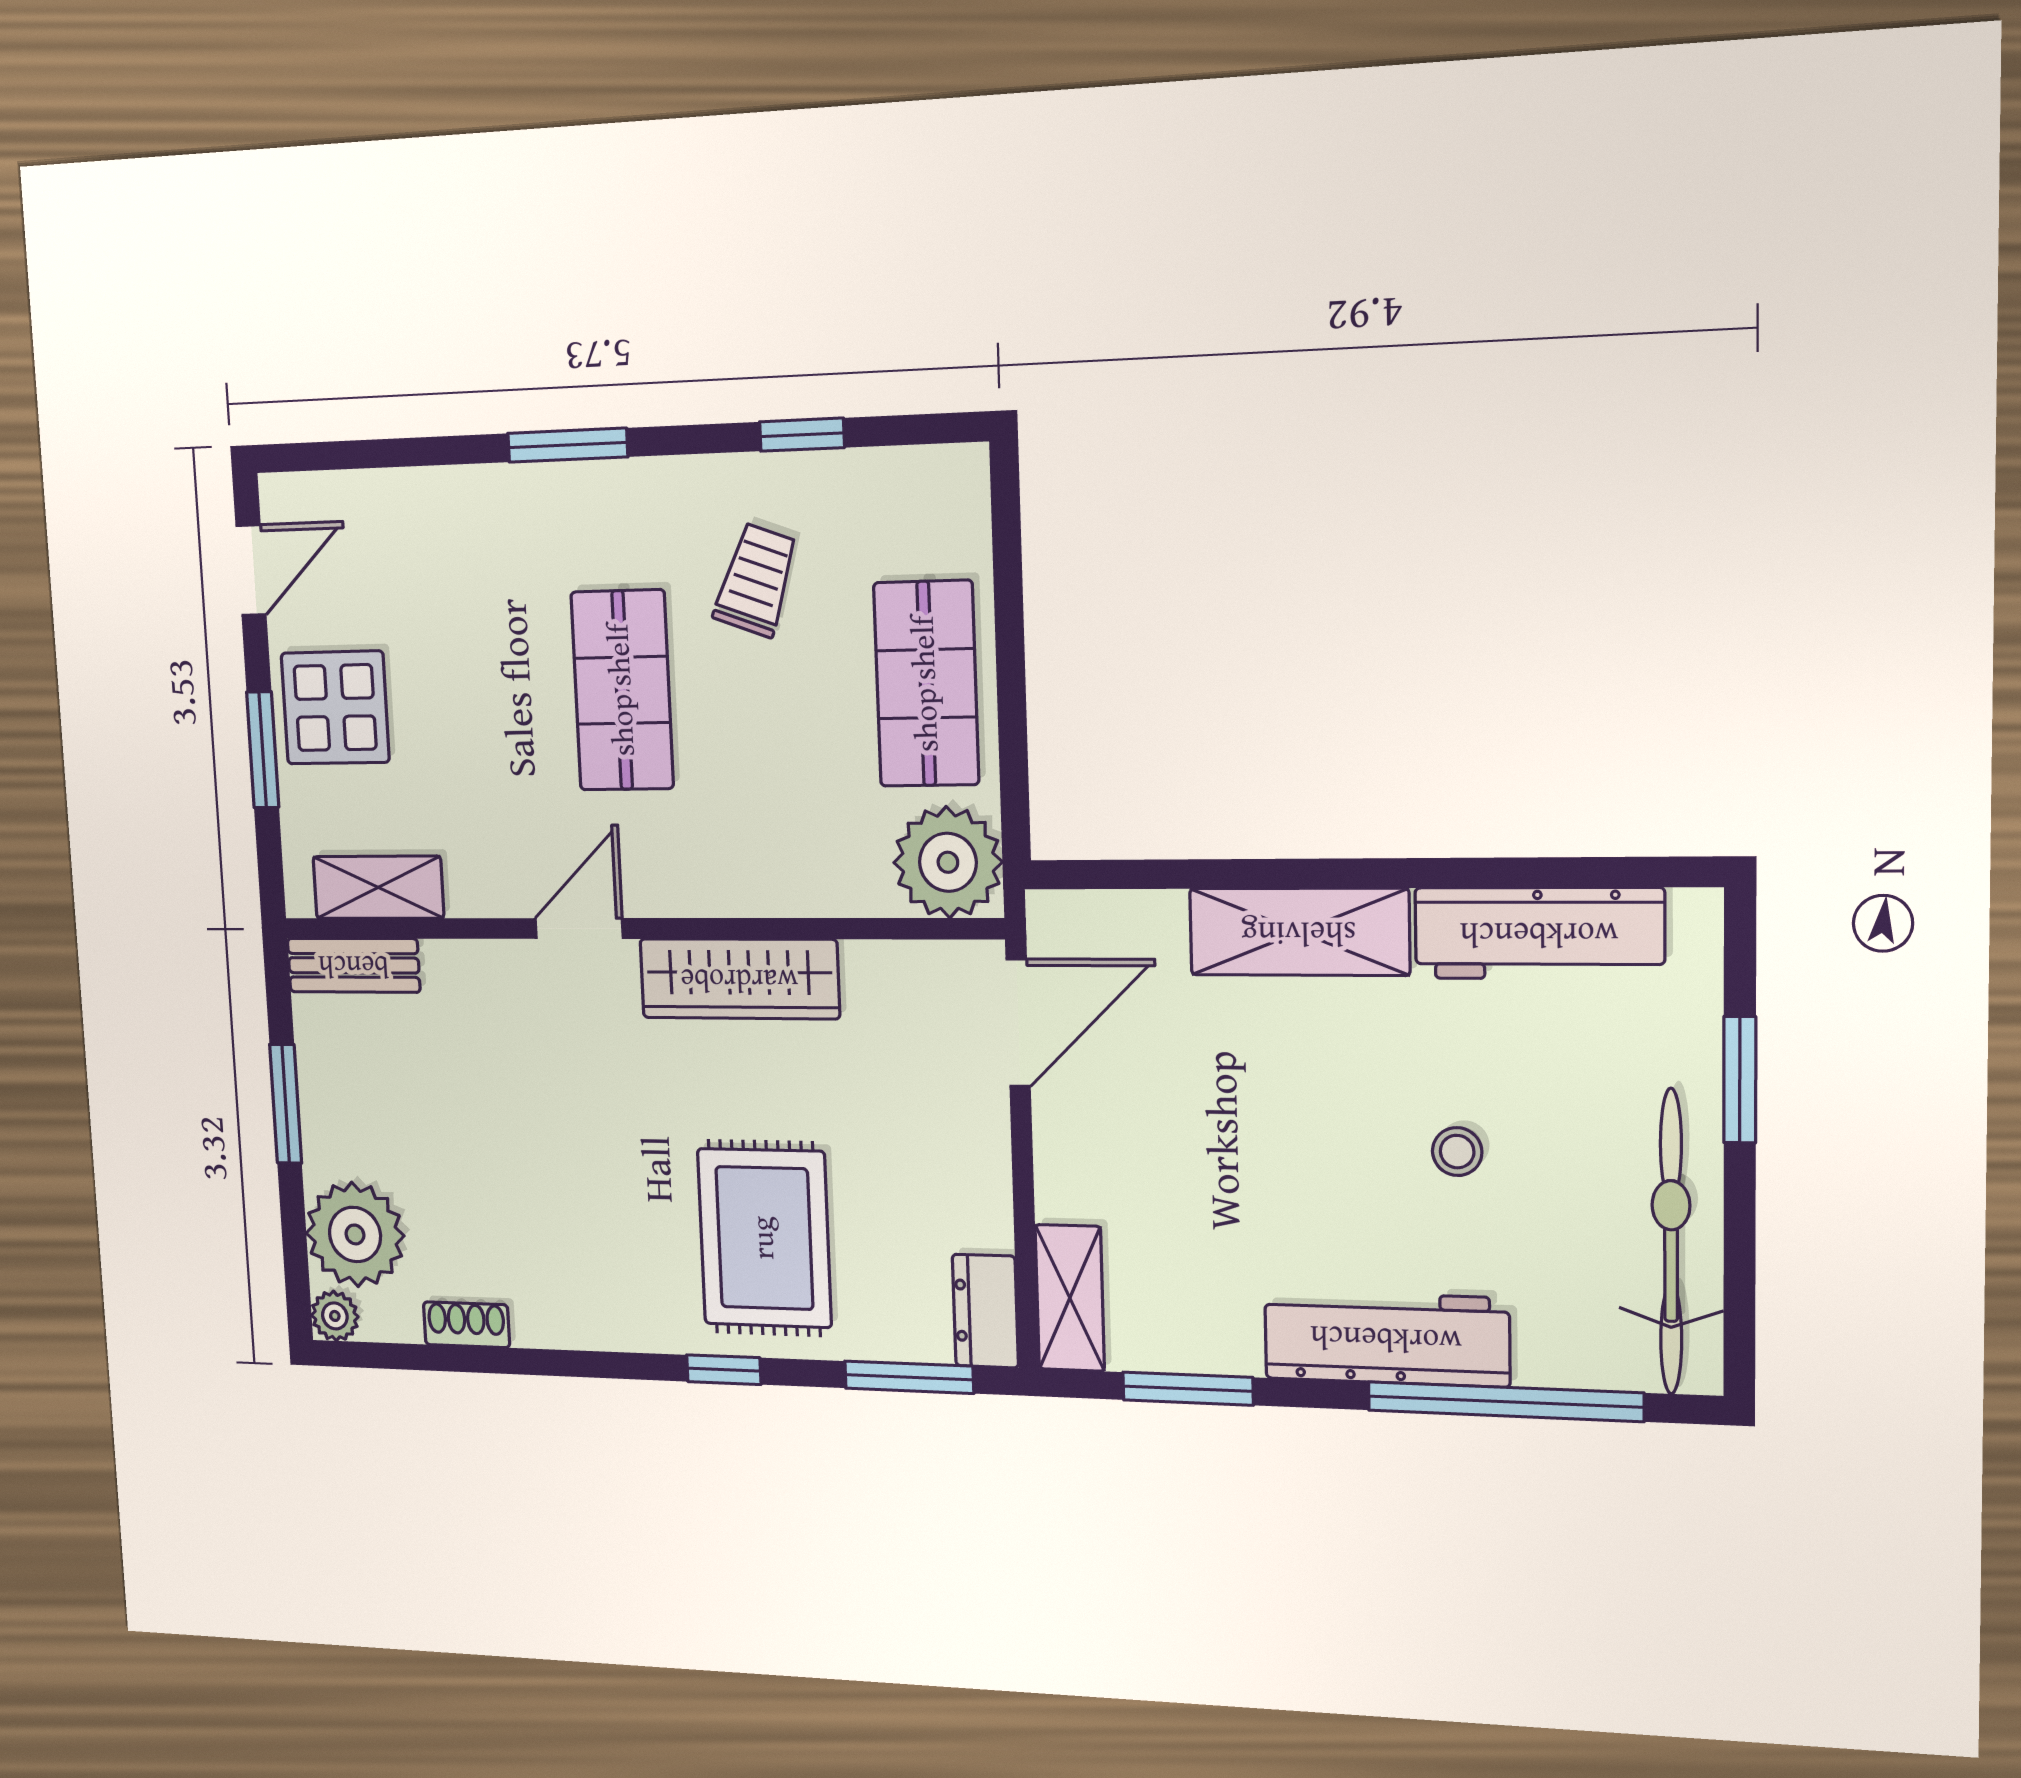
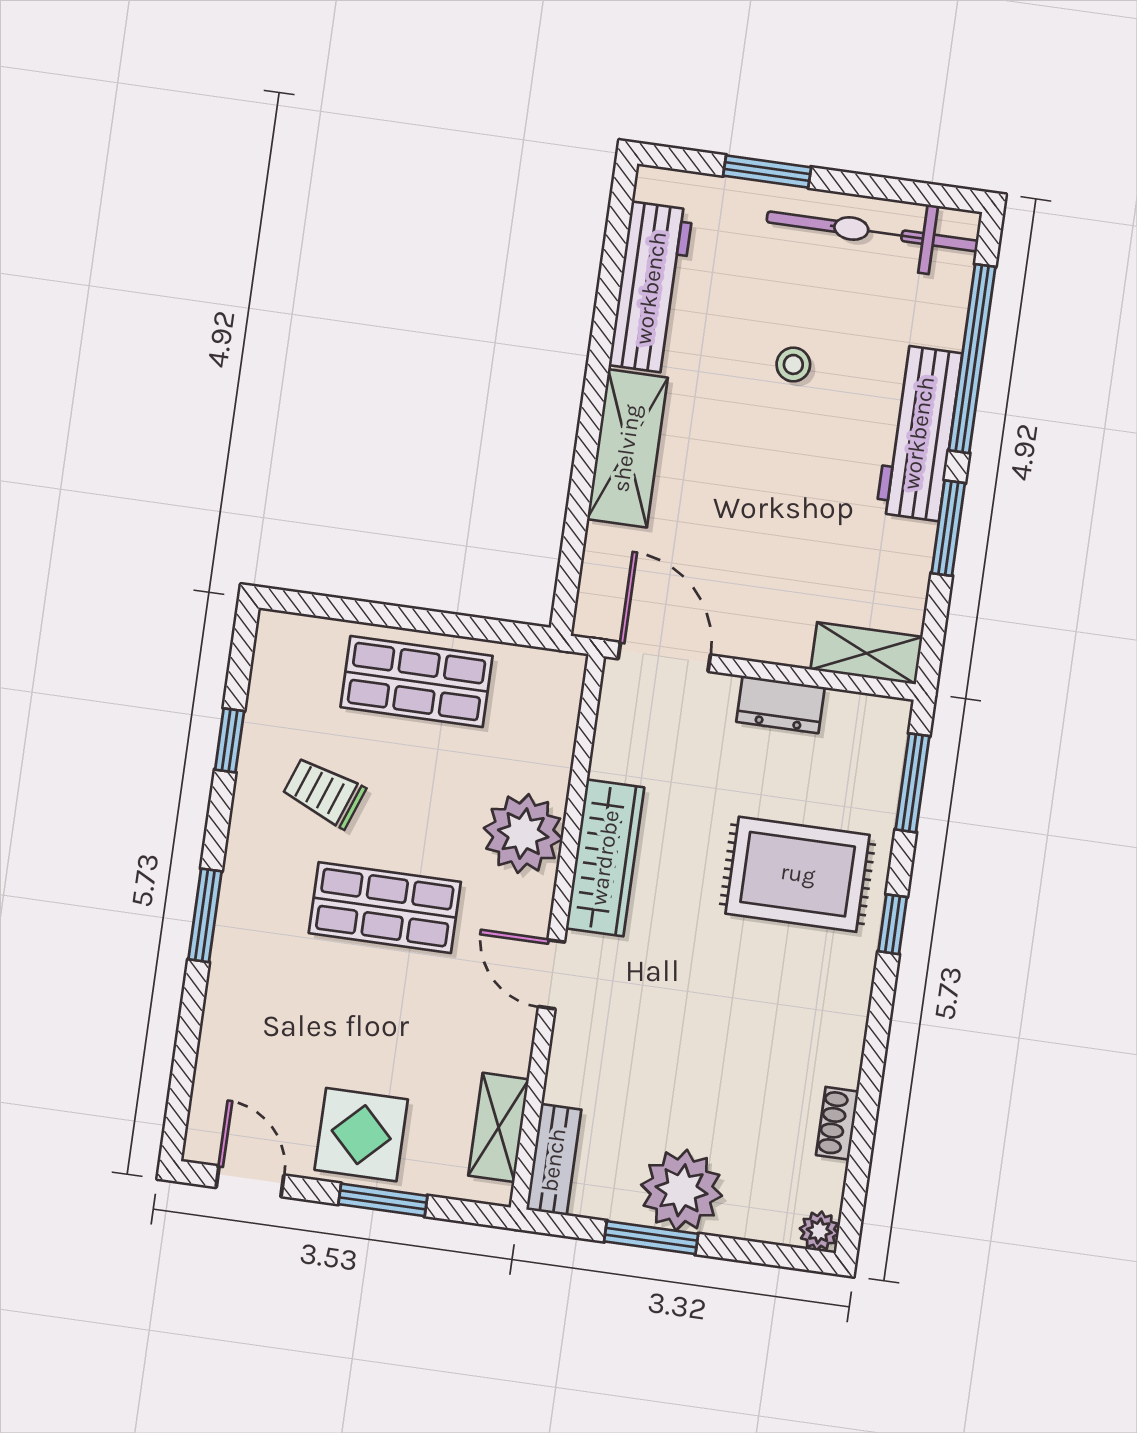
plant: (948, 862) -> (523, 834), moved
plant: (355, 1234) -> (682, 1190), moved
dresser: (985, 1311) -> (780, 704), moved
window: (1188, 1389) -> (948, 528), moved

